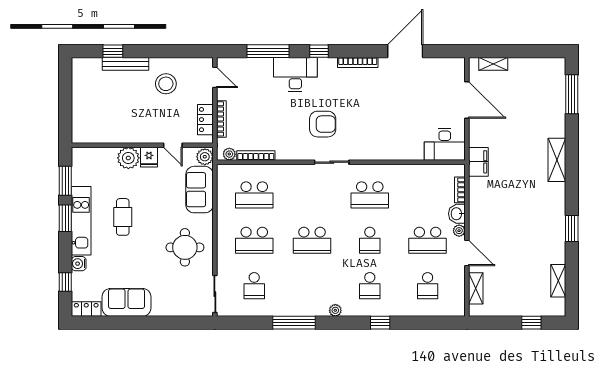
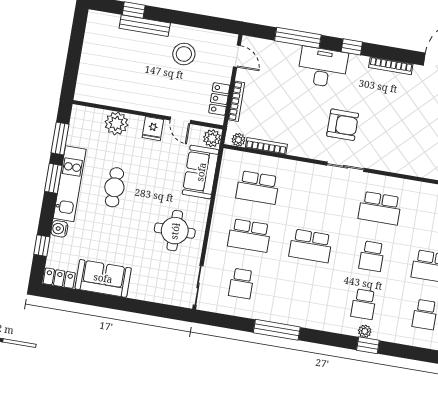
plant: (128, 158) -> (116, 123), moved
plant: (335, 310) -> (365, 331), moved

